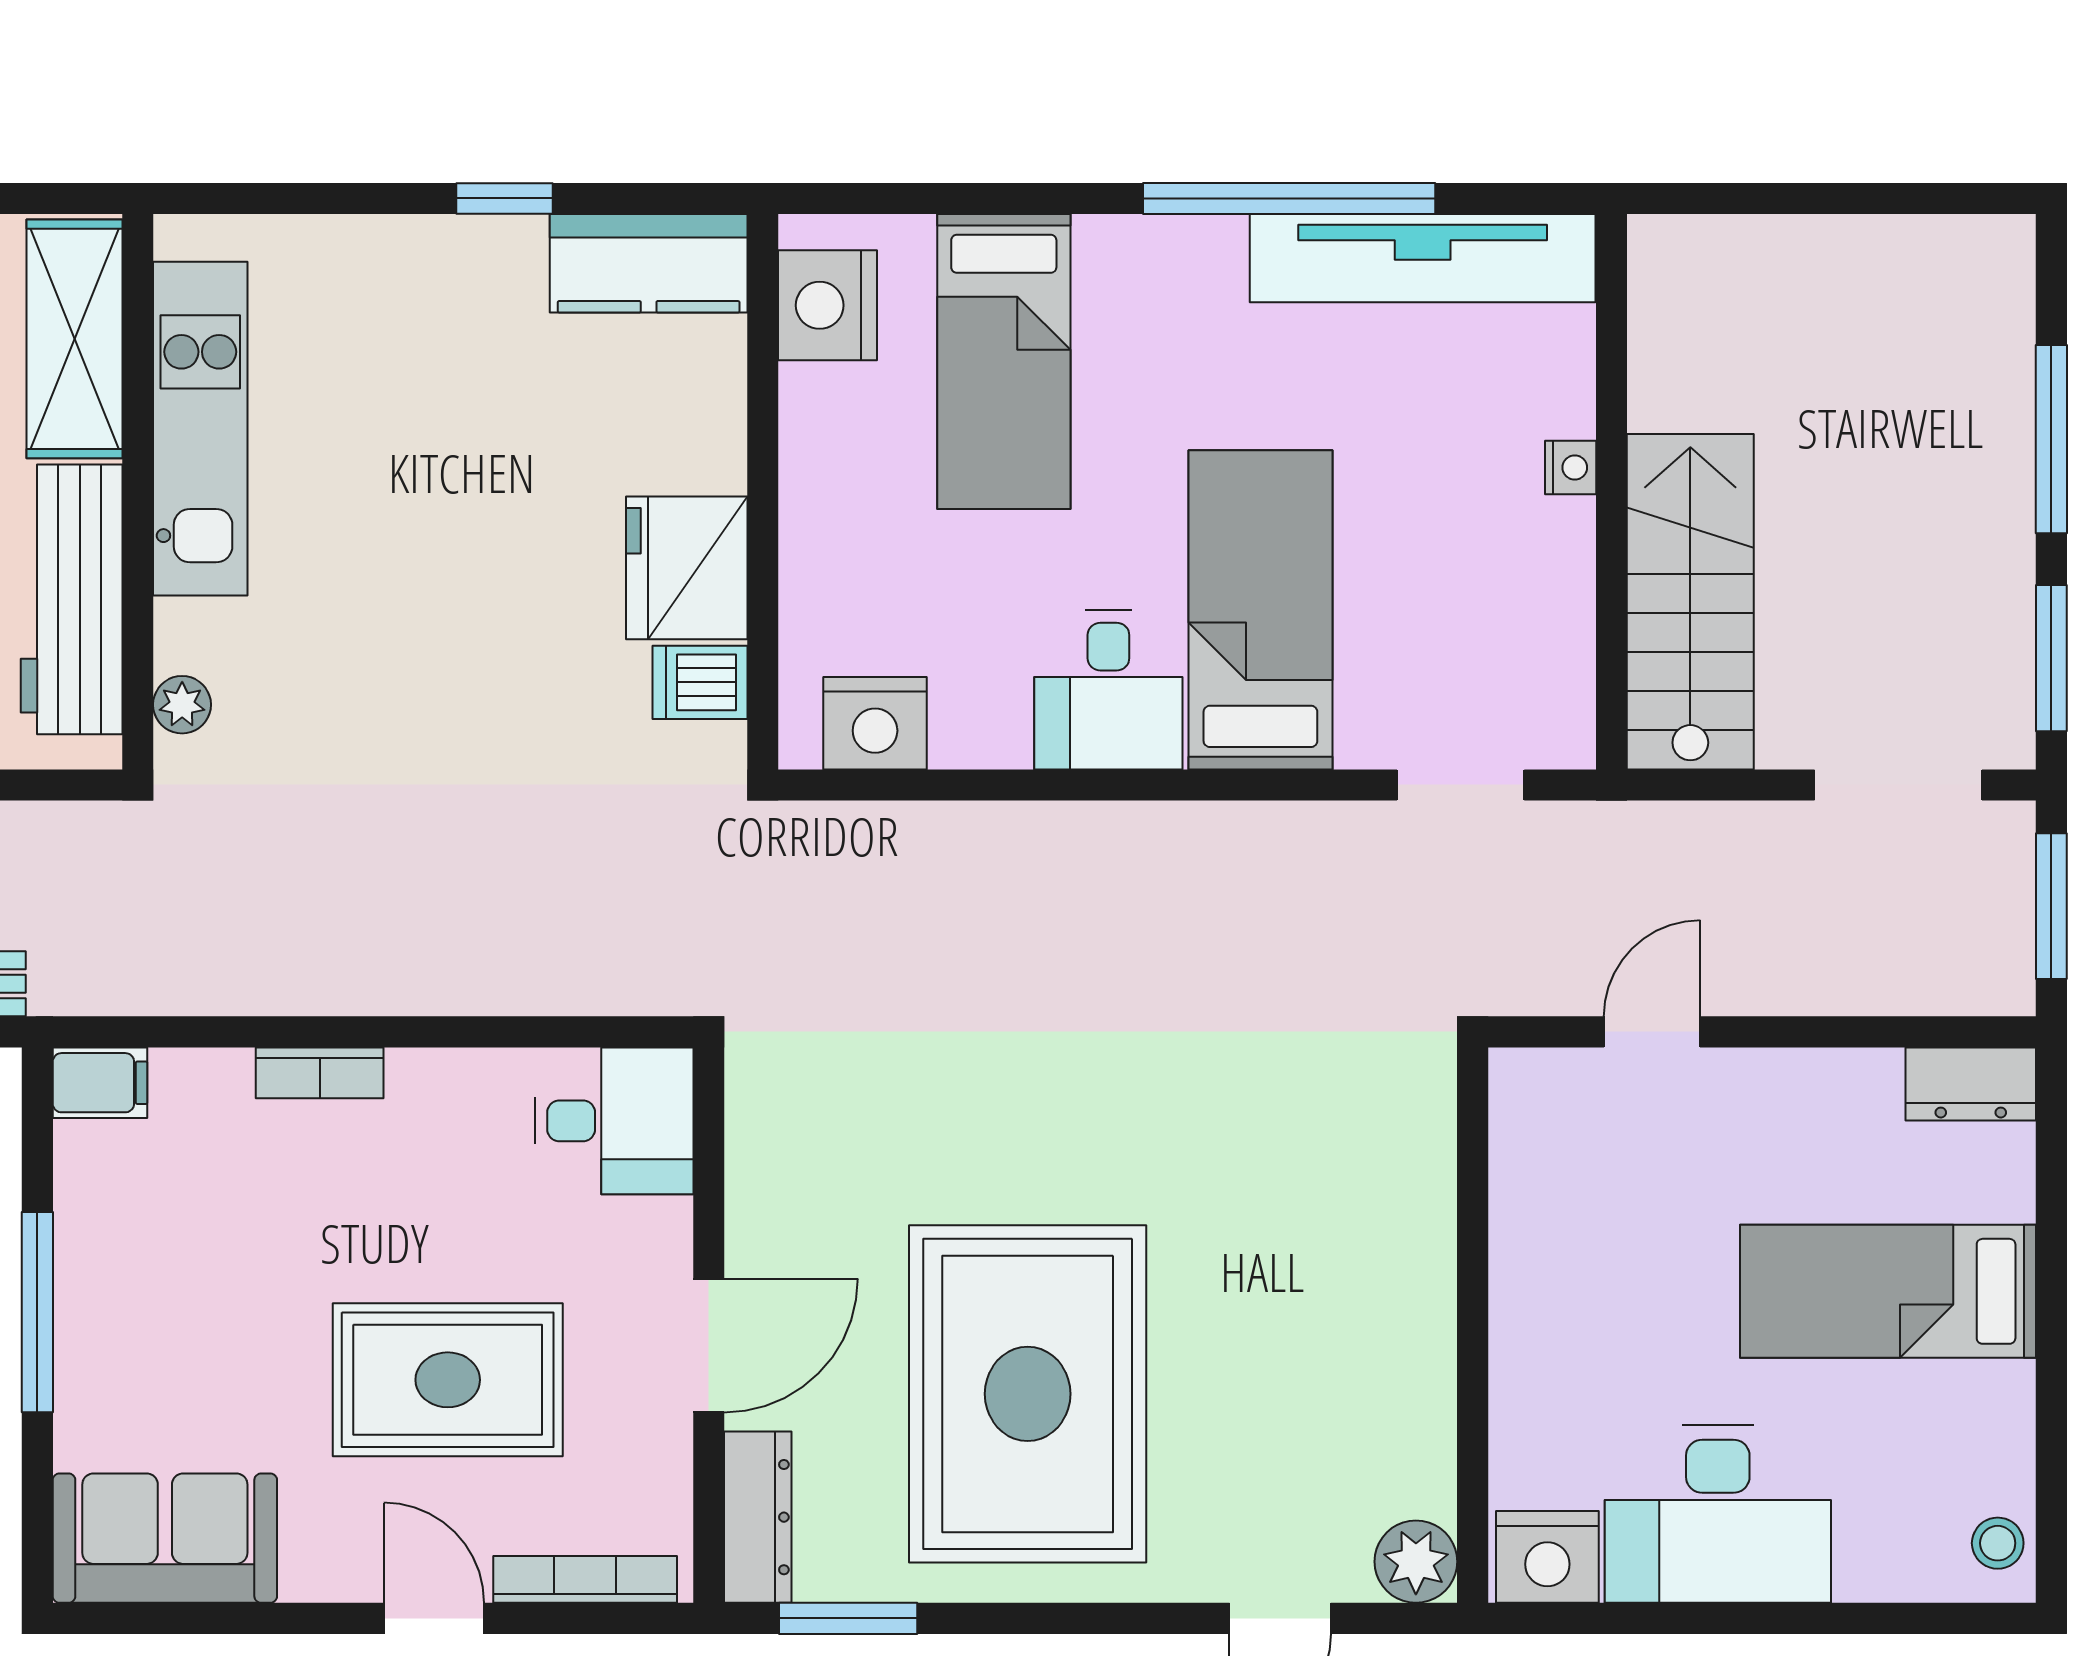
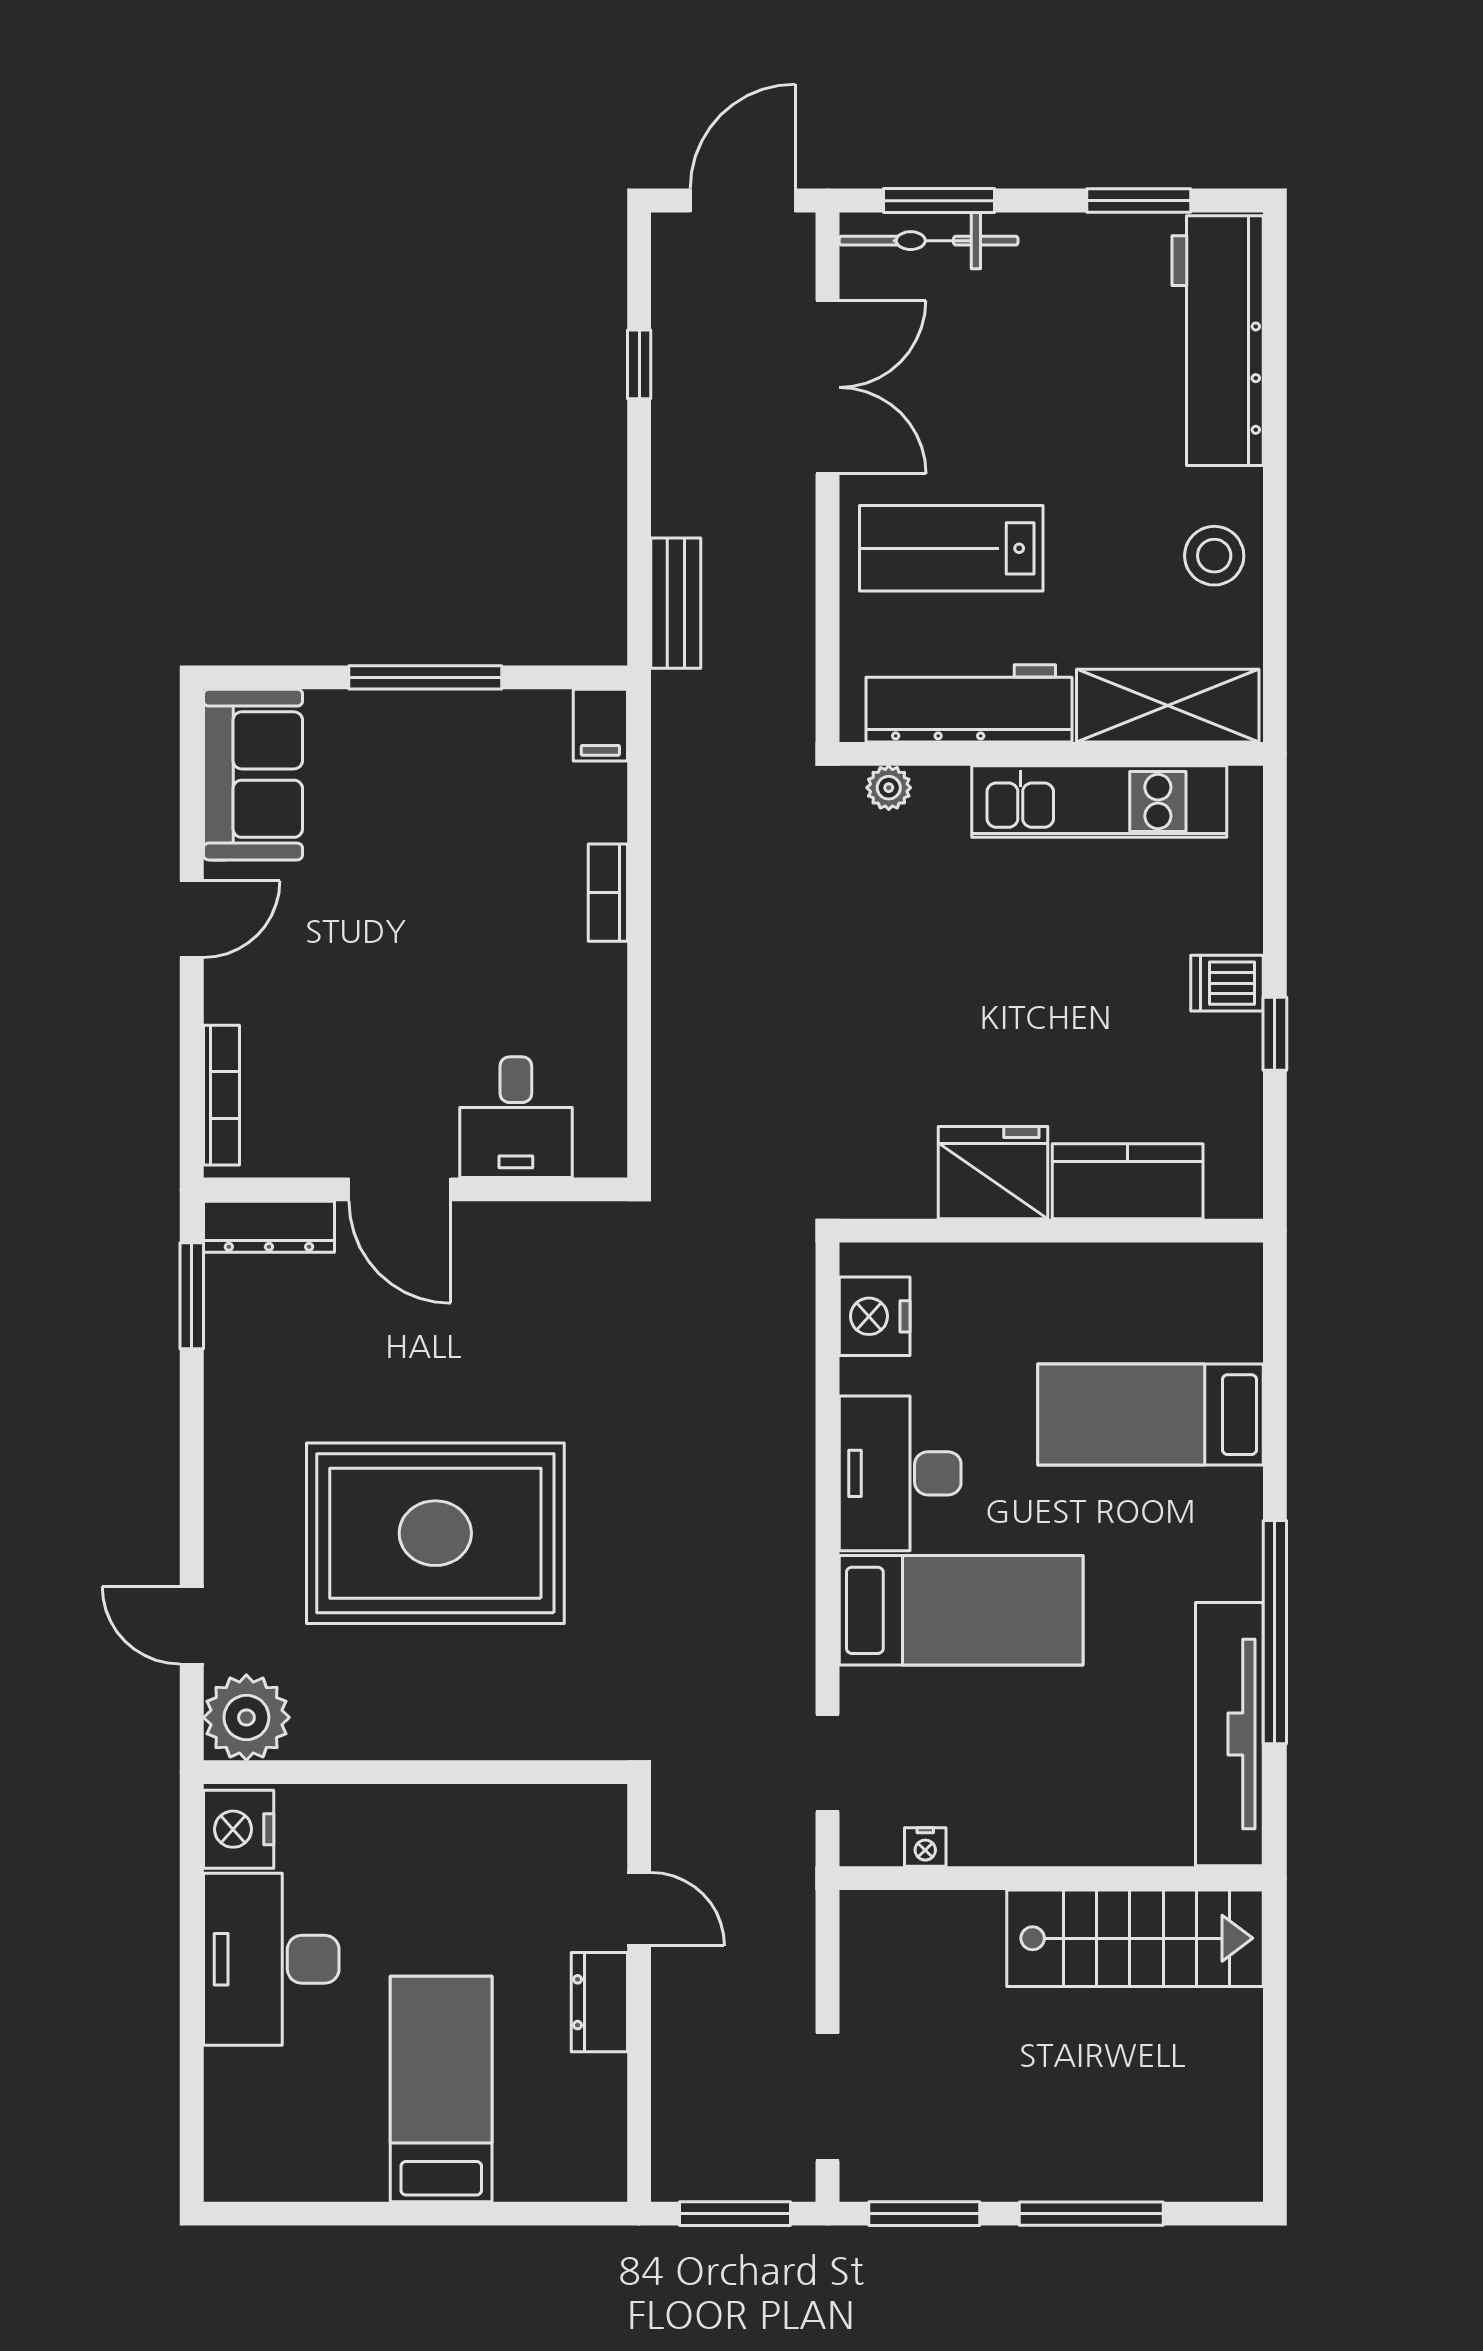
kitchen counter: (649, 263) -> (1128, 1181), moved, turned 90
nightstand: (828, 305) -> (1193, 1280), removed
nightstand: (1571, 468) -> (925, 1847), moved
stairs: (1690, 602) -> (1135, 1938), moved
dishwasher: (700, 682) -> (1227, 983), moved, turned -90
desk: (1108, 690) -> (900, 1473), width x1.37
dresser: (1971, 1084) -> (599, 2002), moved
desk: (614, 1121) -> (516, 1117), moved
rug: (448, 1380) -> (374, 990), removed
rug: (1028, 1394) -> (435, 1533), moved
stool: (1998, 1543) -> (249, 2173), removed
plant: (1416, 1562) -> (246, 1717), width x1.36, depth x1.36
door: (434, 1618) -> (192, 919), moved

